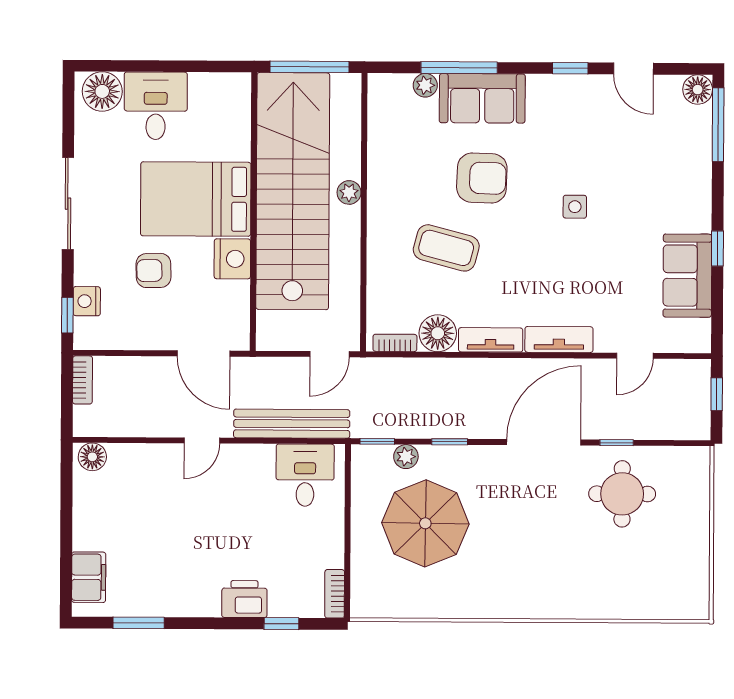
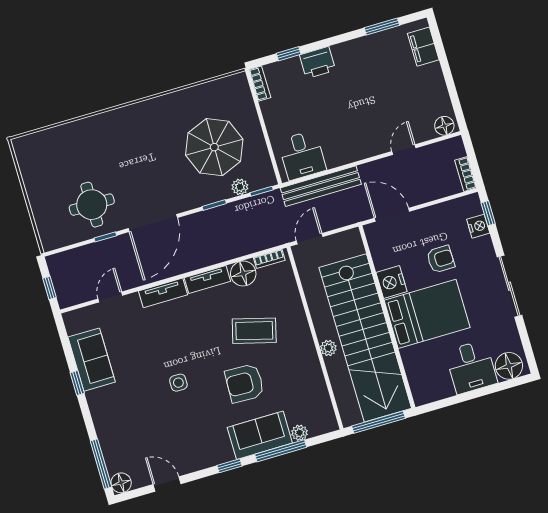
window: (570, 68) -> (229, 466), moved
door: (202, 440) -> (404, 150), moved

